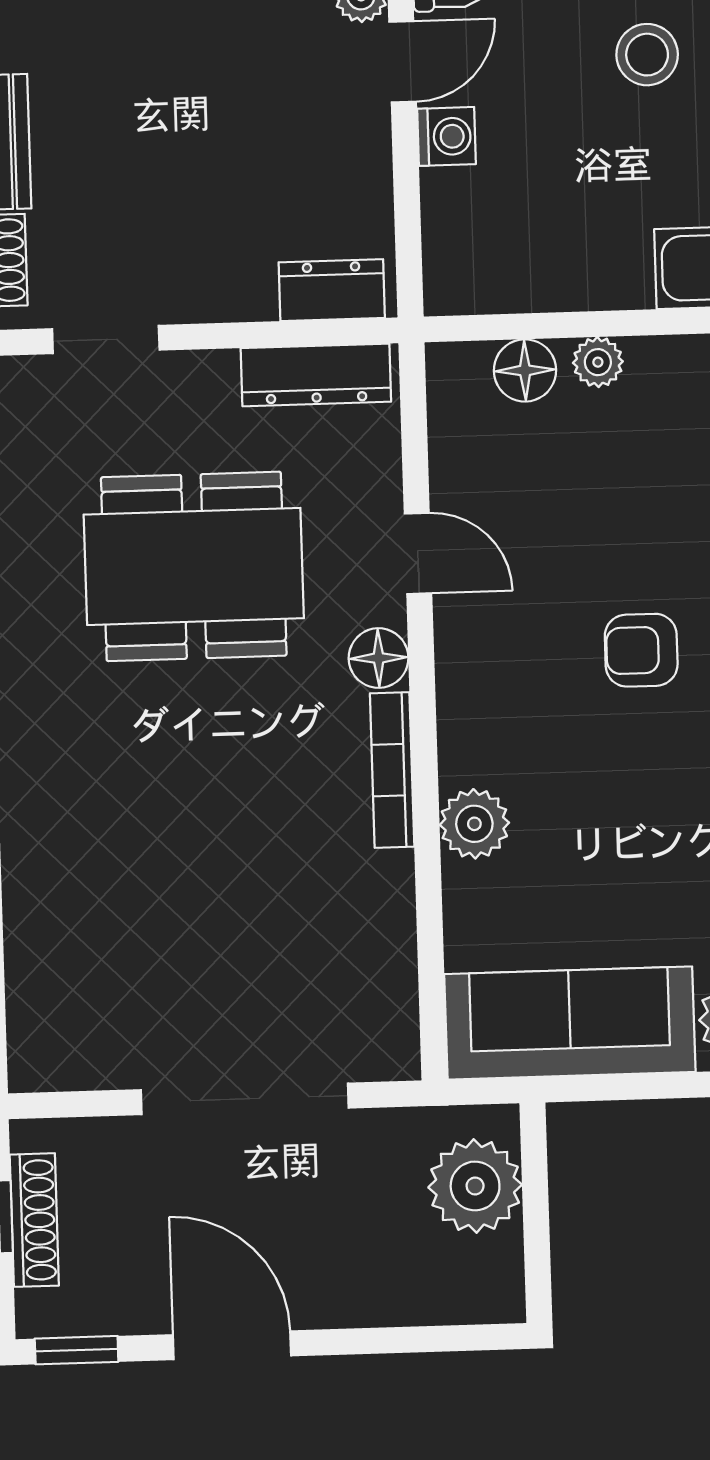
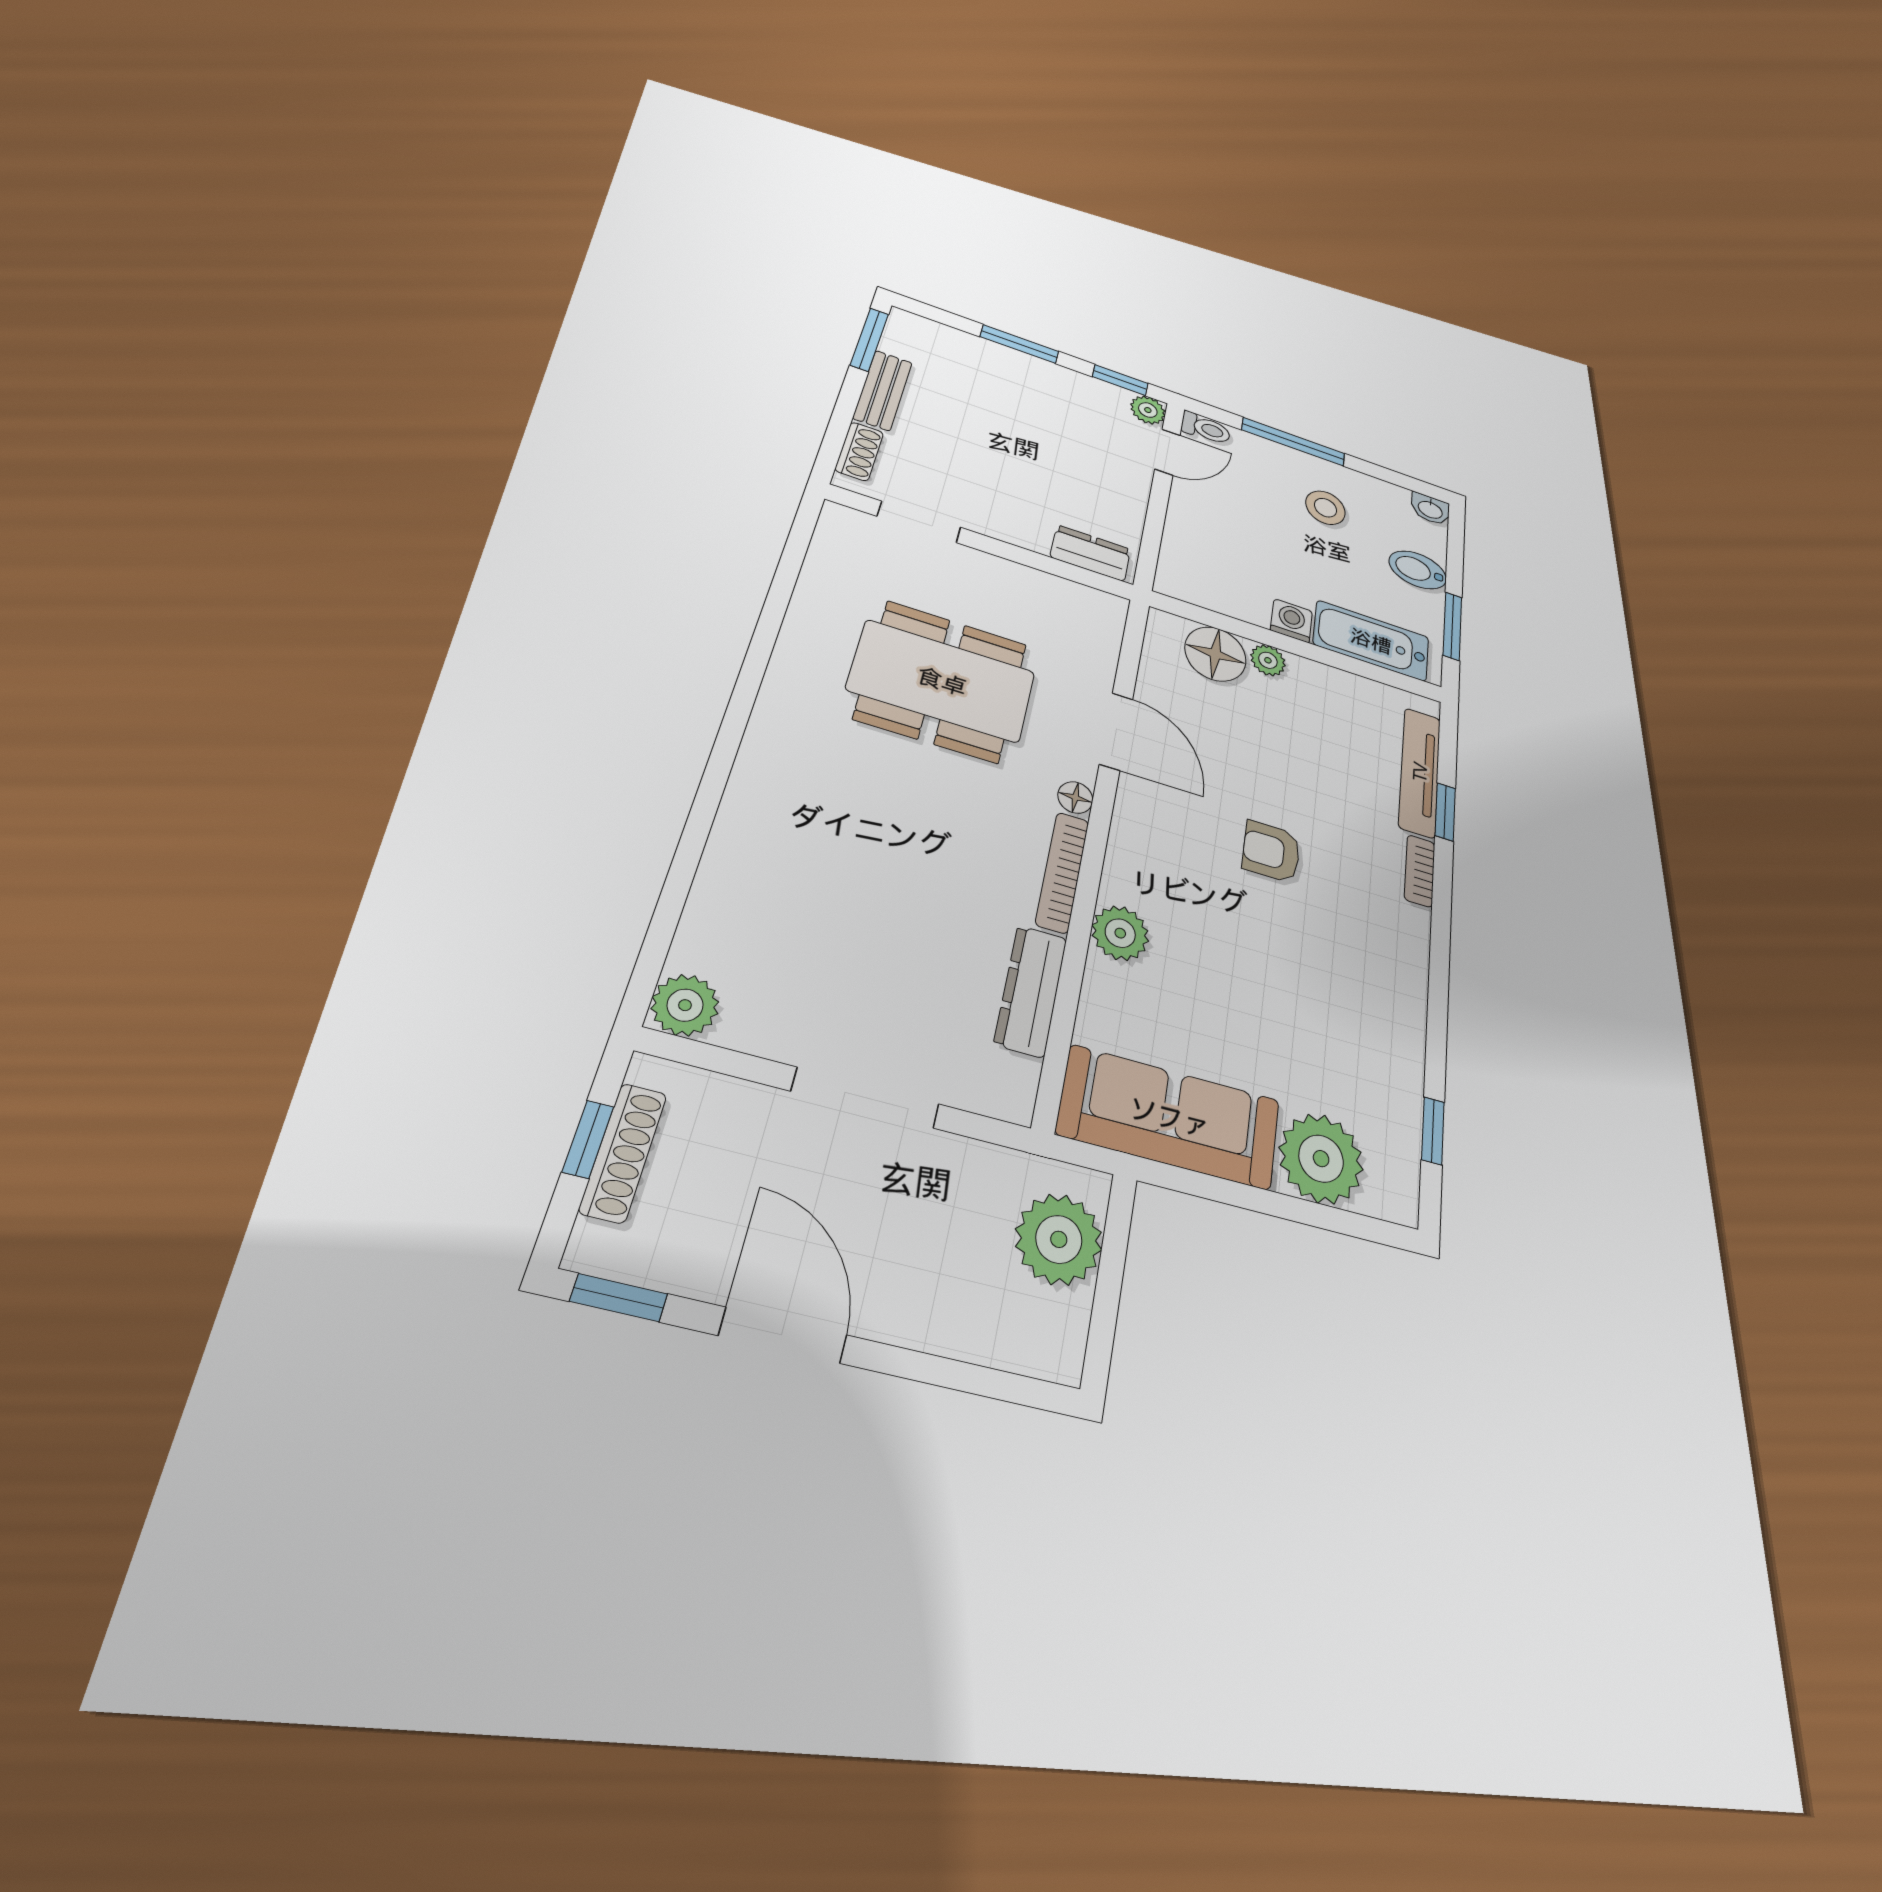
washing machine: (446, 136) -> (1291, 621), moved, turned -90
floor lamp: (525, 370) -> (1215, 654), width x1.38, depth x1.38
dresser: (316, 375) -> (1031, 991), moved, turned 90
door: (418, 553) -> (1116, 731), width x1.38
floor lamp: (379, 658) -> (1075, 797), width x0.73, depth x0.73
plant: (41, 1058) -> (685, 1005), added
doorway: (245, 1099) -> (866, 1098), width x0.73

